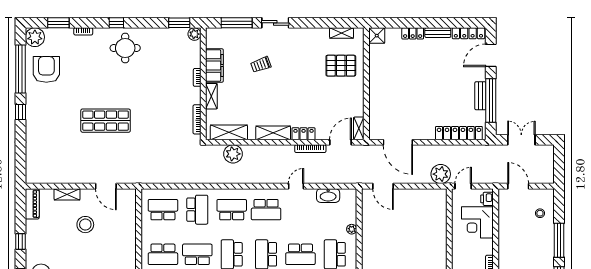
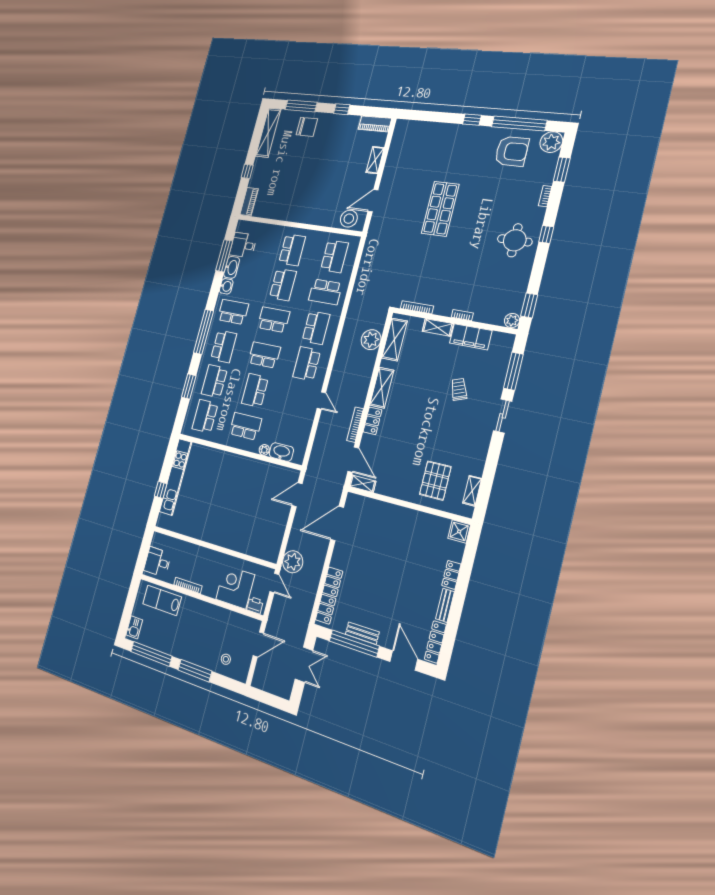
washbasin: (328, 196) -> (281, 452), moved, turned 90
stool: (85, 225) -> (349, 219), moved
school desk: (163, 254) -> (292, 250), turned 180

